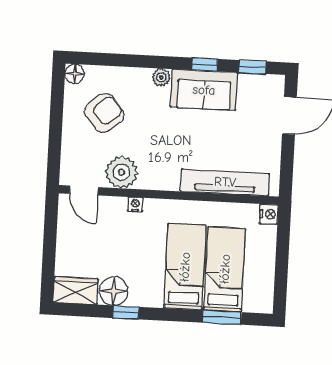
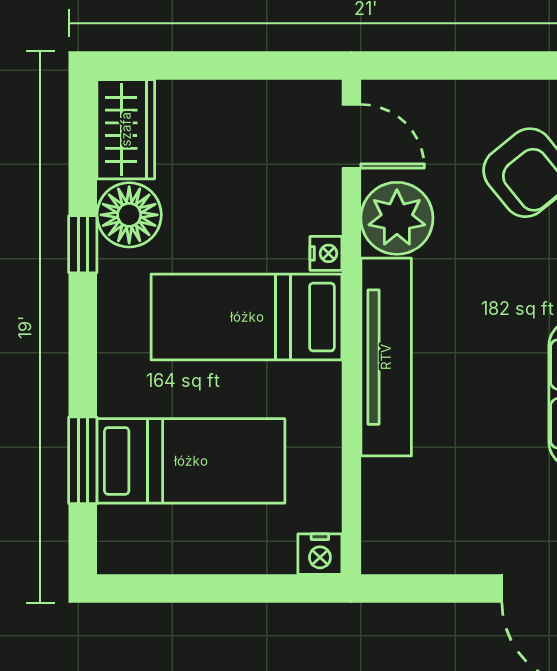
tv unit: (225, 182) -> (386, 357), moved
door: (84, 190) -> (351, 136), swing flipped
bed: (185, 267) -> (247, 317), moved, turned 180

